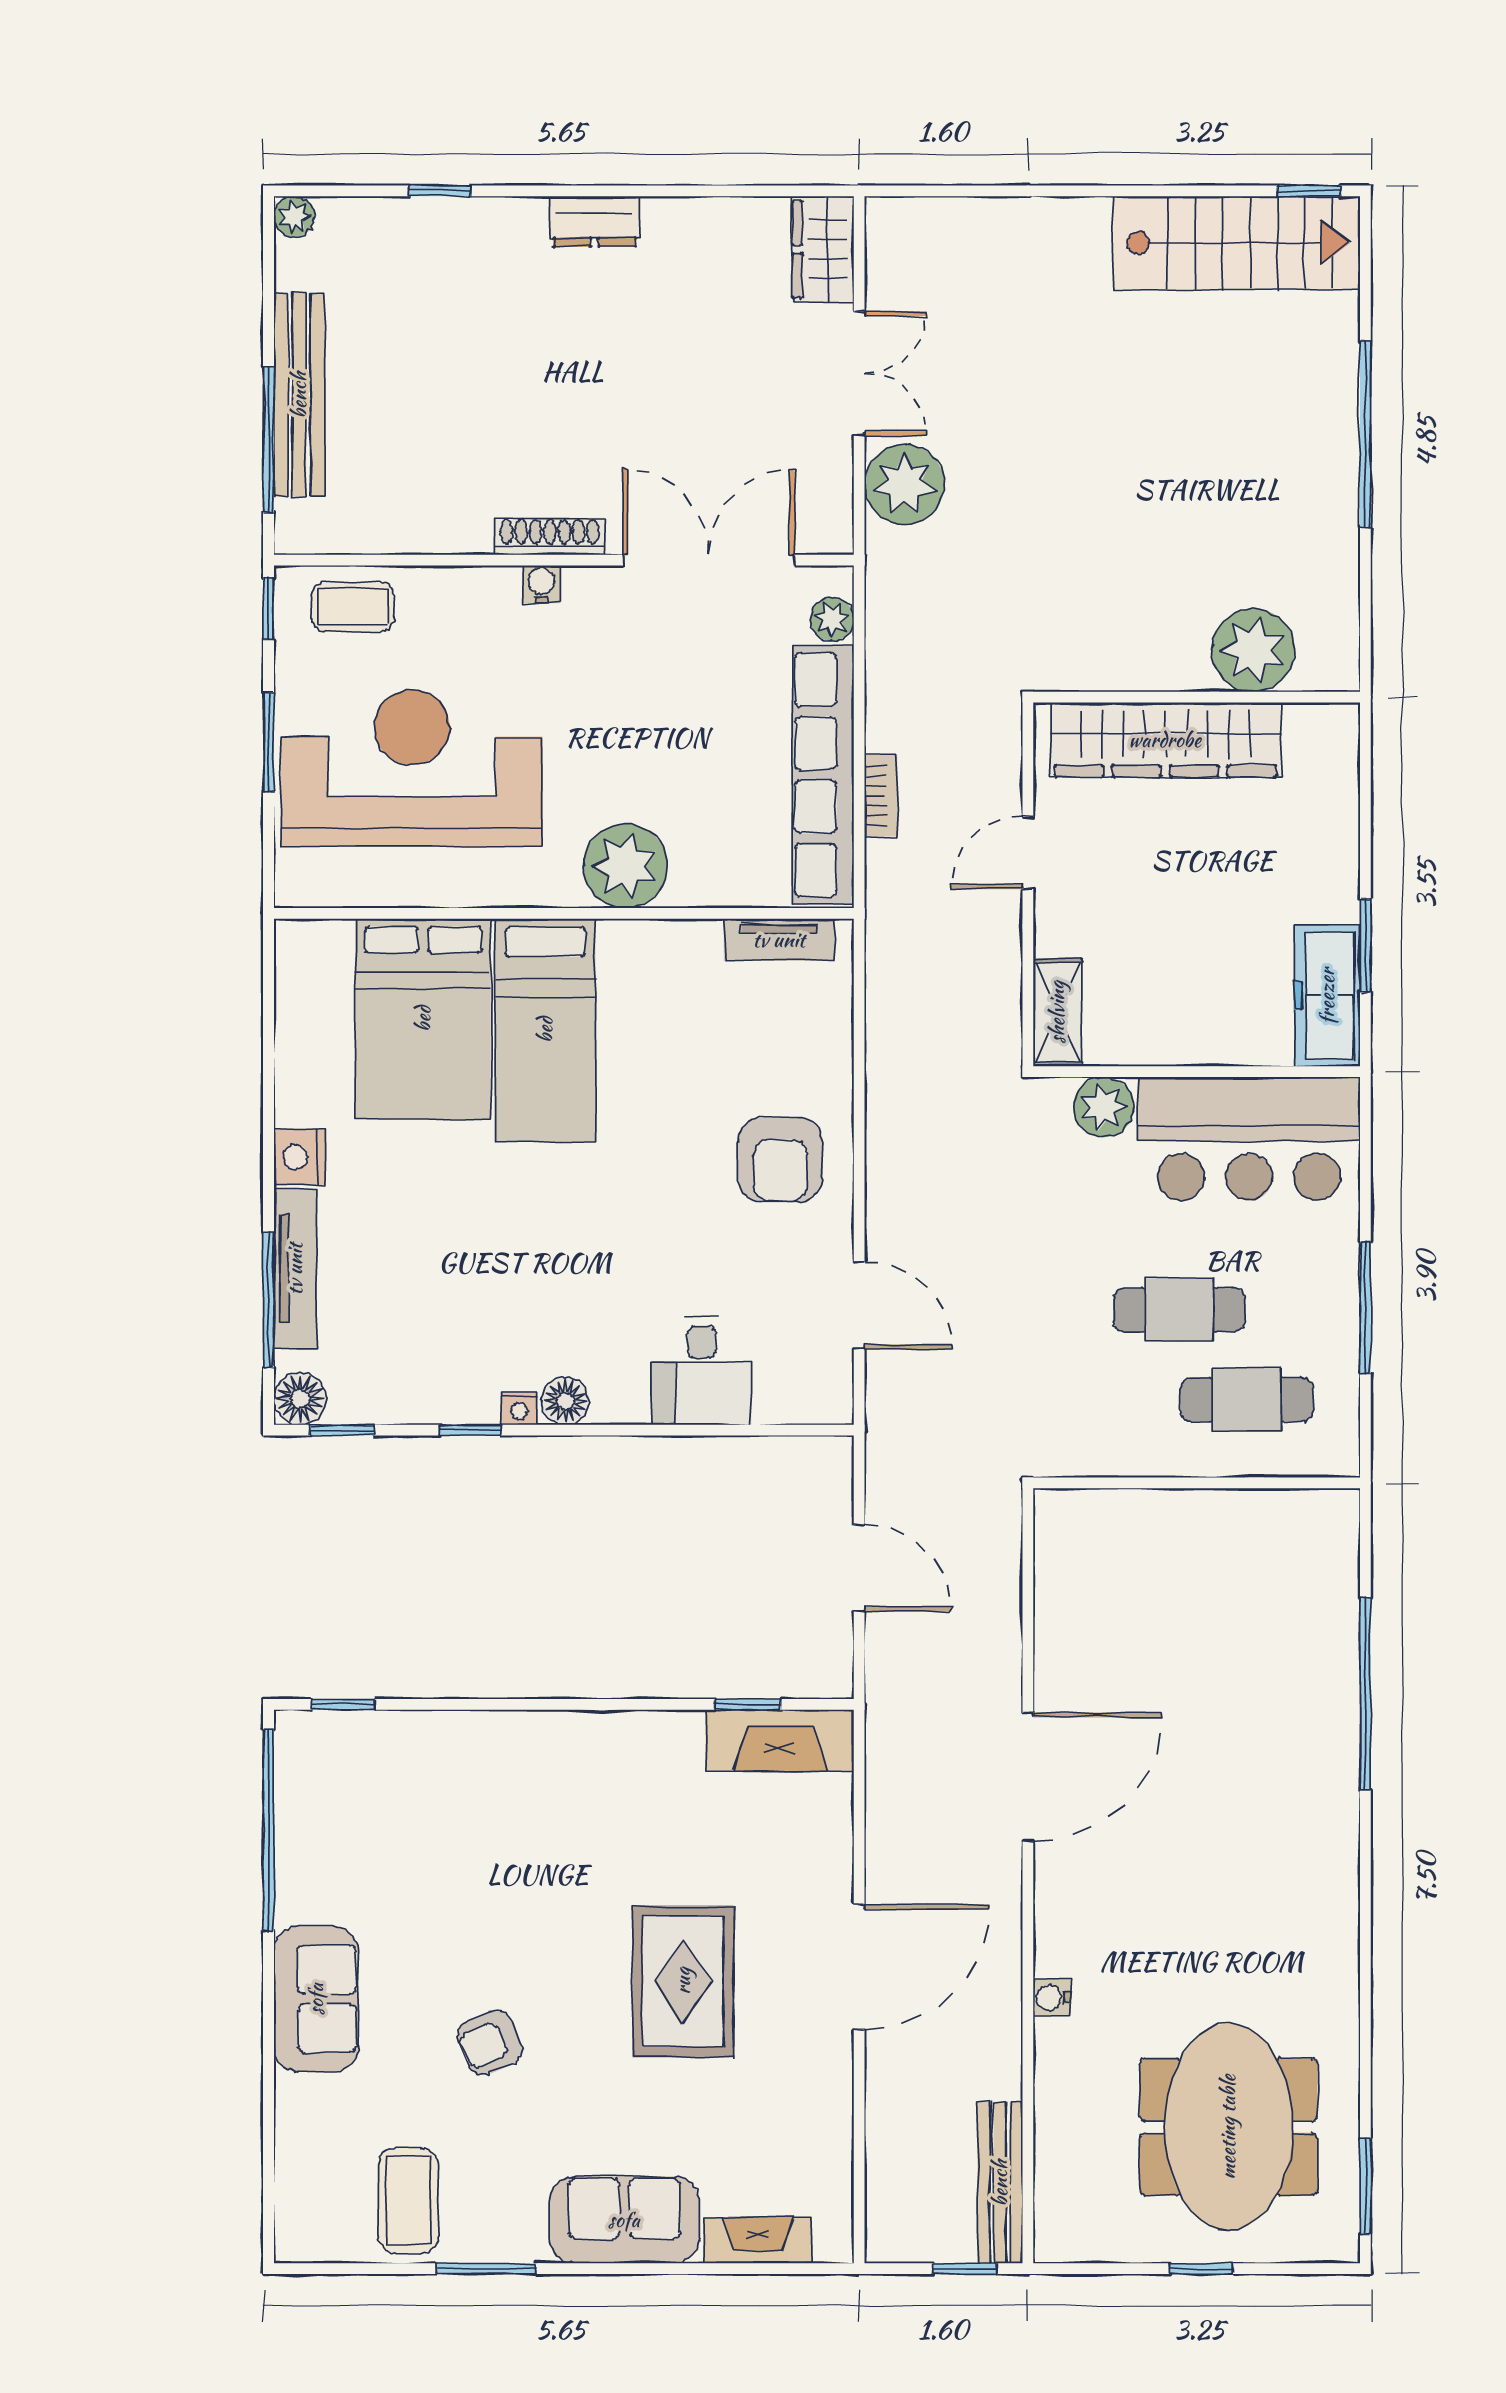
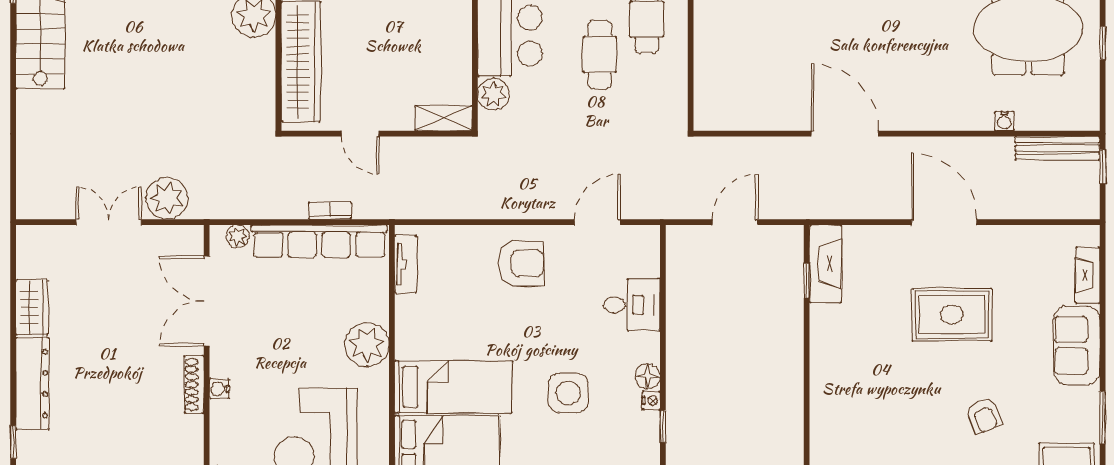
dresser: (595, 222) -> (32, 384), width x1.96, depth x1.24
wardrobe: (823, 249) -> (32, 307), moved, turned -90
side table: (533, 1250) -> (568, 393), added
water cooler: (1052, 1998) -> (1004, 121), moved

